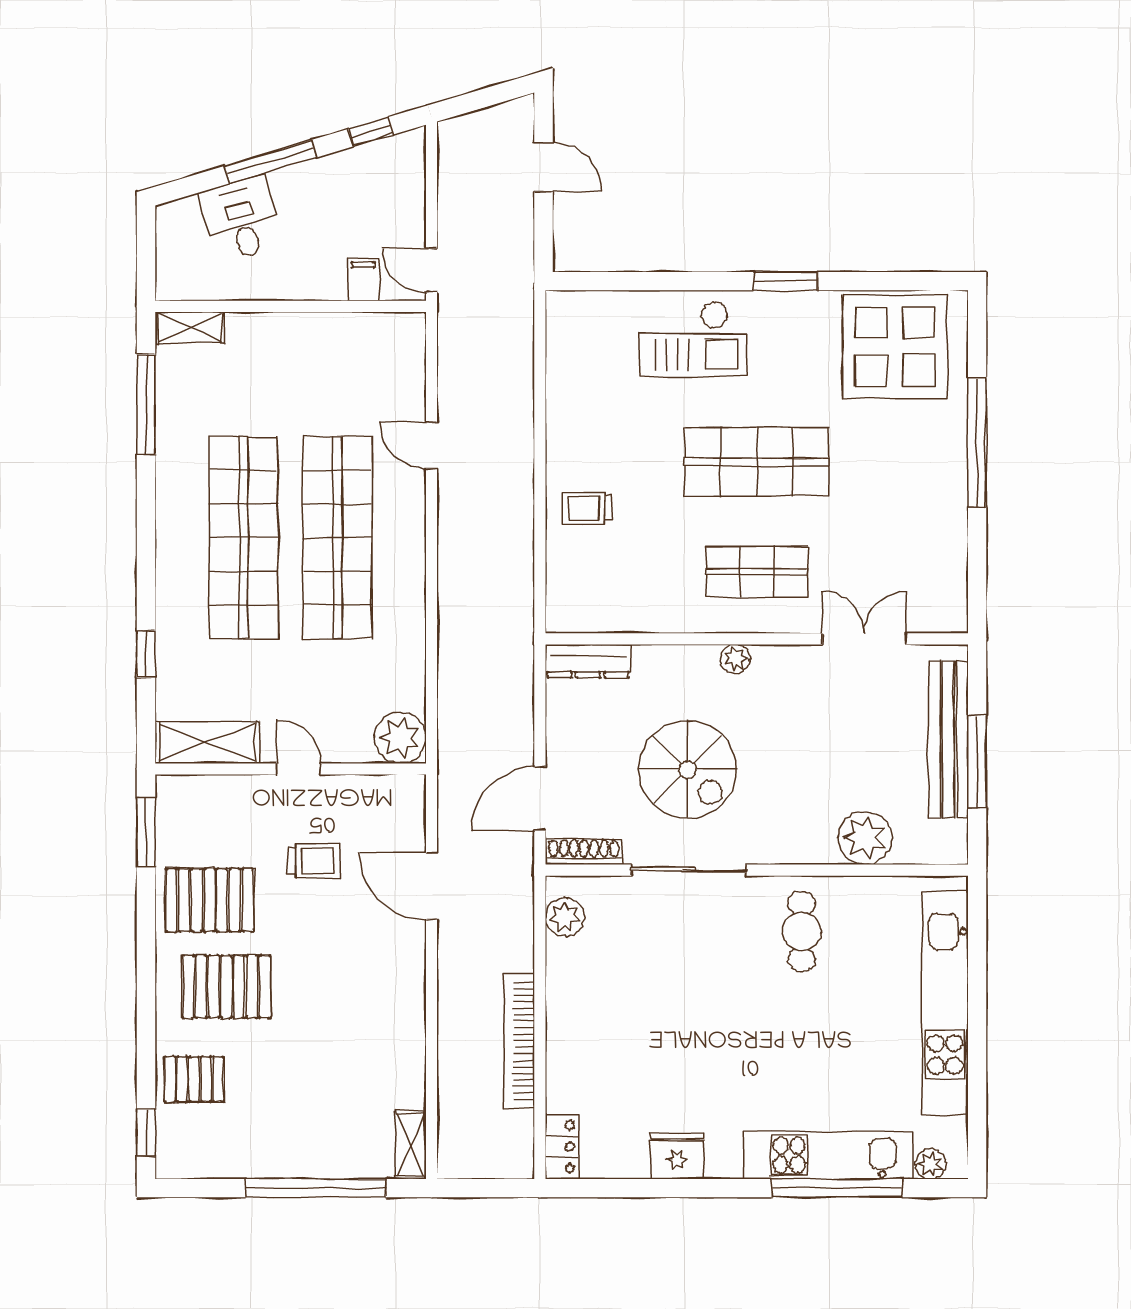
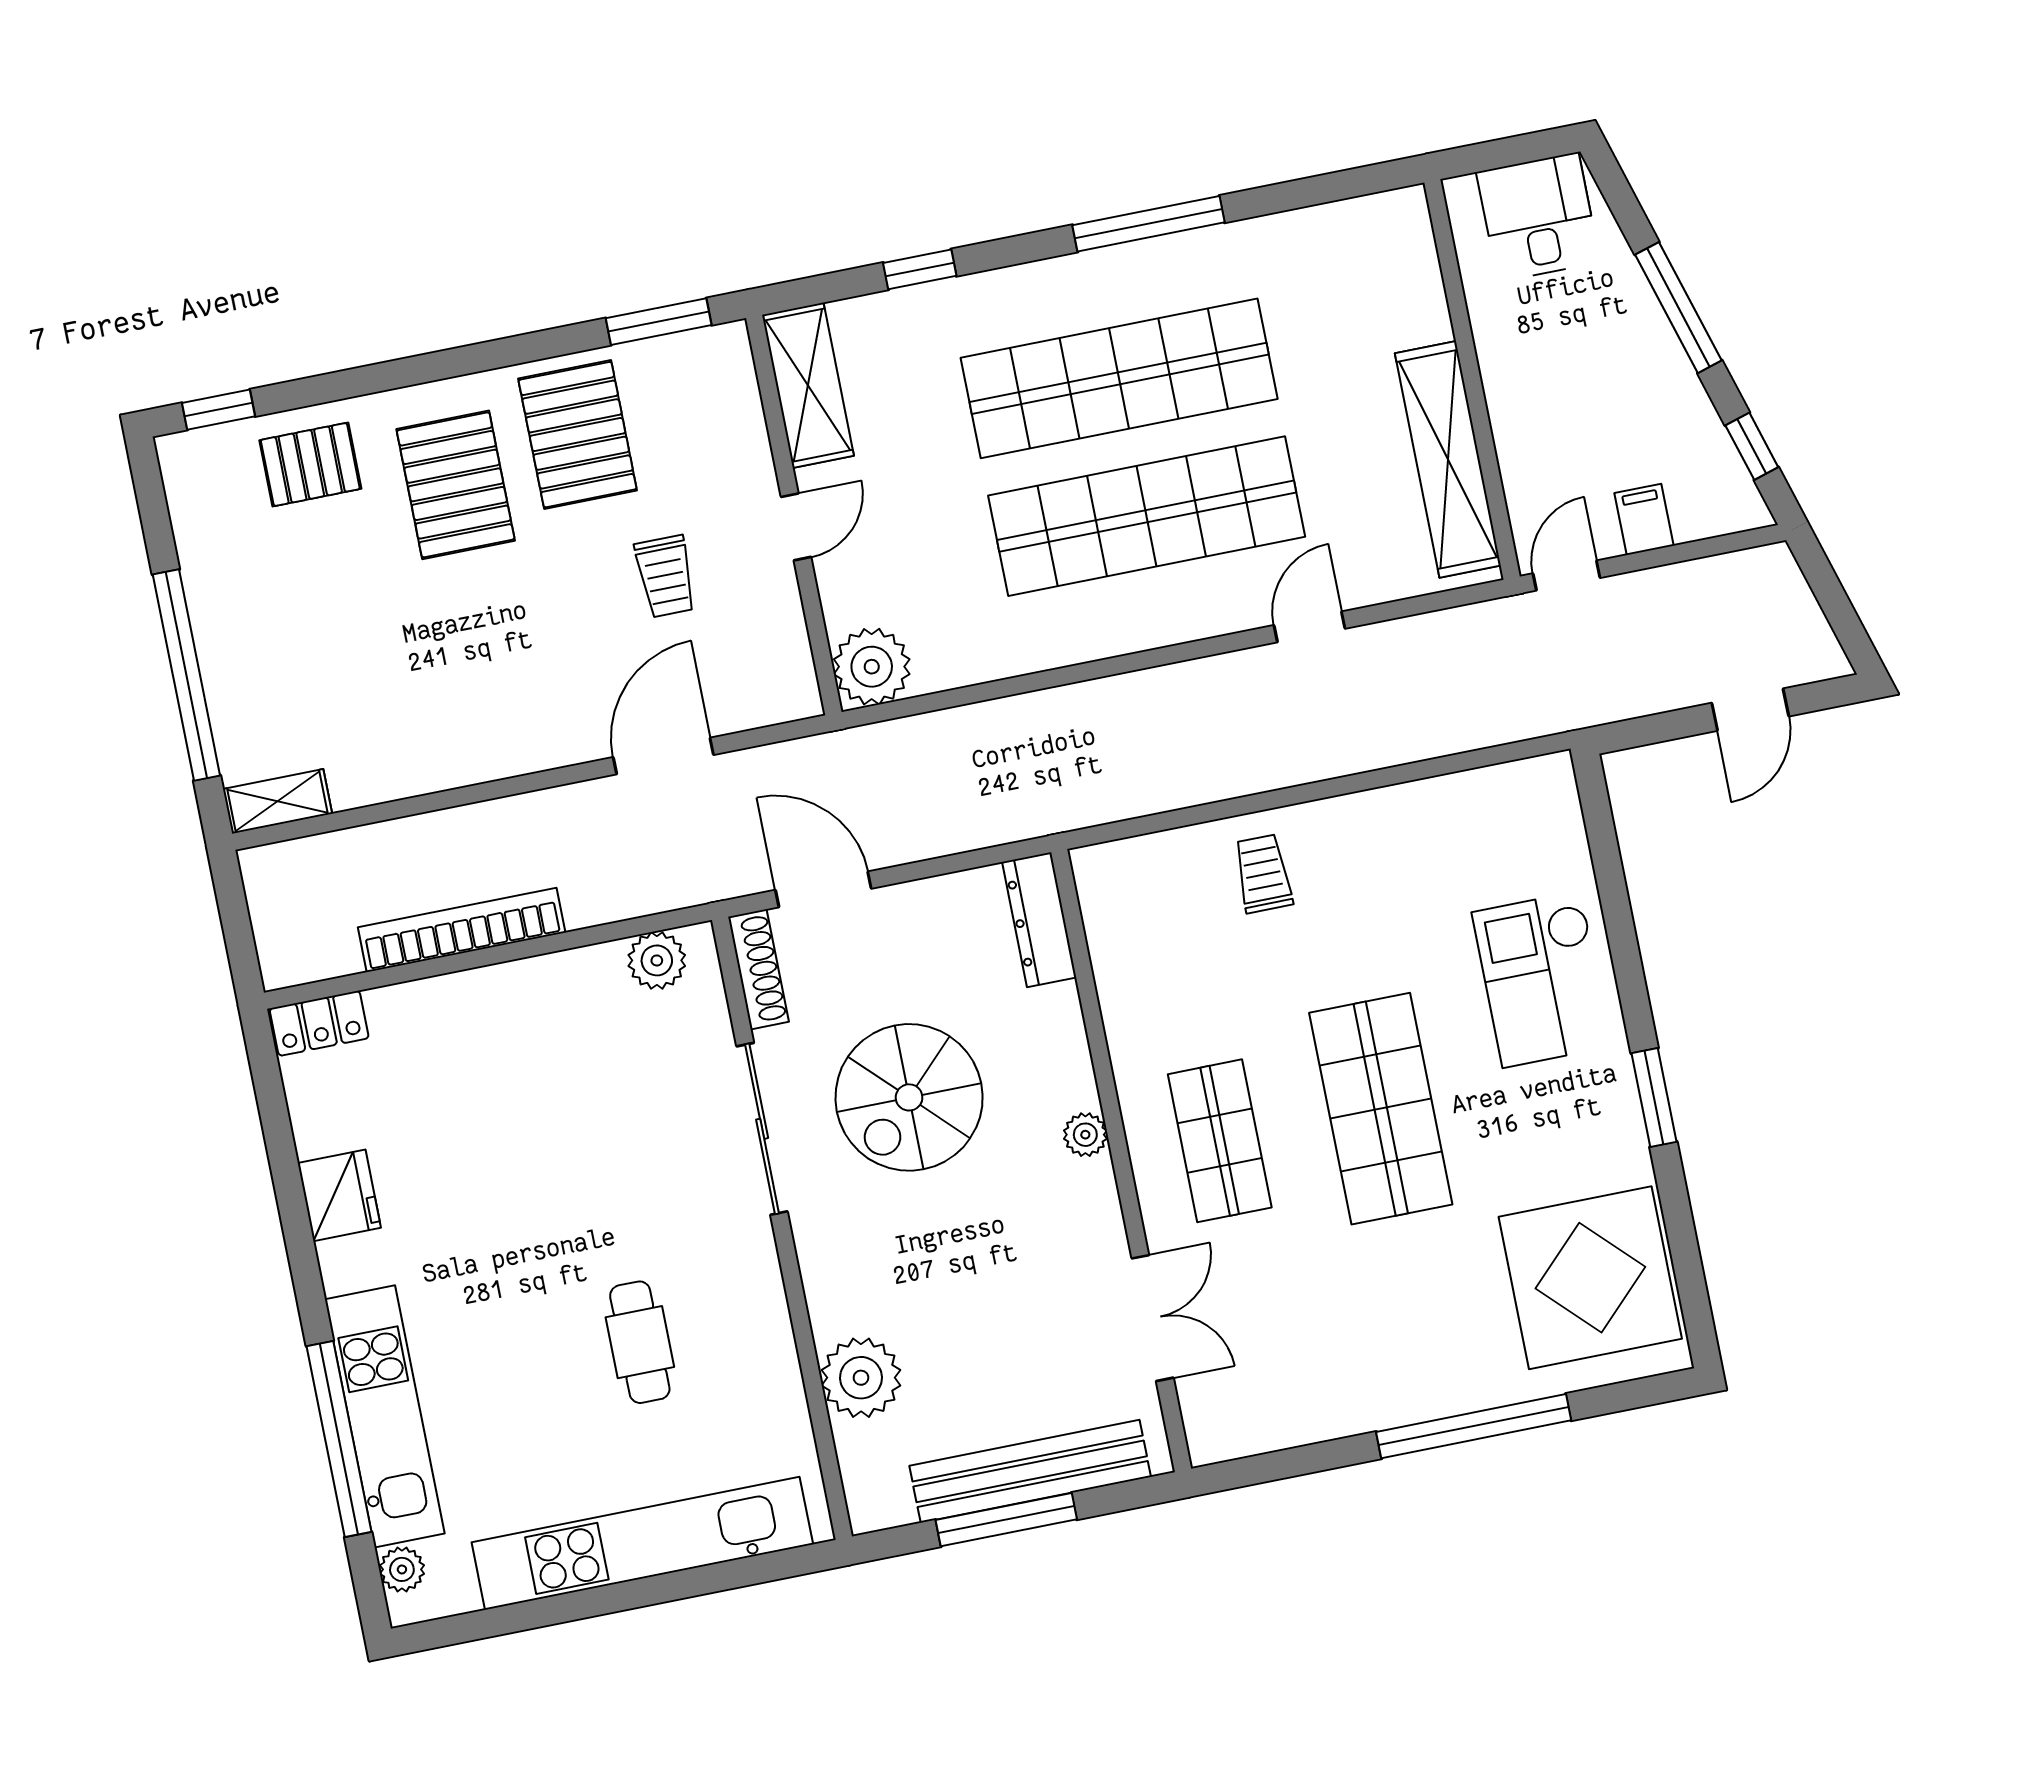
desk: (241, 219) -> (1538, 217), moved, turned -73
filing cabinet: (363, 280) -> (1644, 519), moved, turned -90
shelving: (190, 328) -> (1448, 459), moved, width x2.20, depth x1.33
window: (146, 405) -> (1149, 224), moved
cafe table: (802, 931) -> (640, 1342), moved, turned 90
pallet: (194, 1079) -> (310, 464), turned 90

